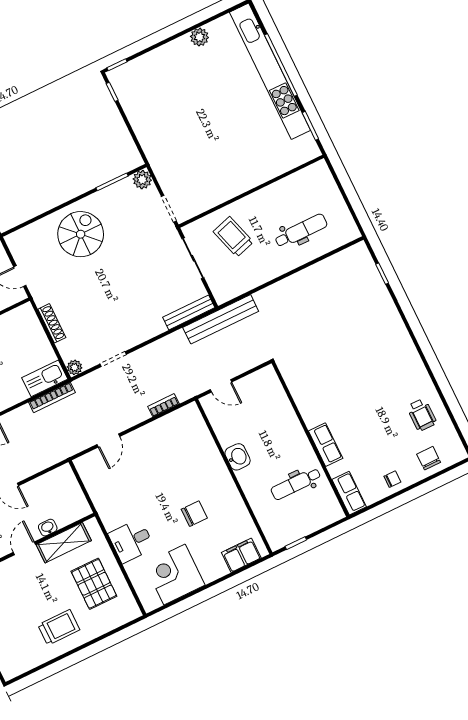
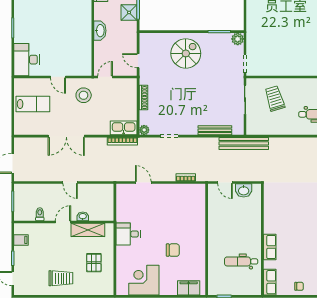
bench: (189, 312) -> (215, 130), moved
door: (108, 440) -> (143, 183), swing flipped
washbasin: (238, 457) -> (244, 190), moved, turned 90
desk: (131, 541) -> (128, 234), moved
pallet: (94, 584) -> (94, 263), width x0.67, depth x0.71

